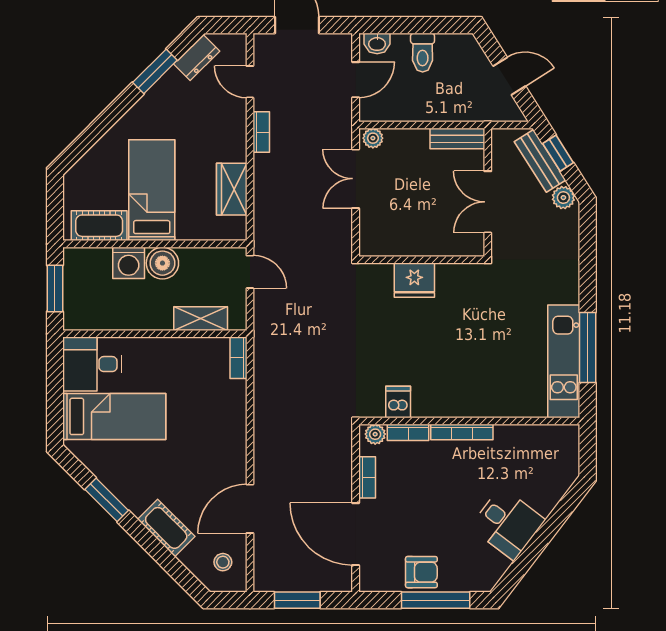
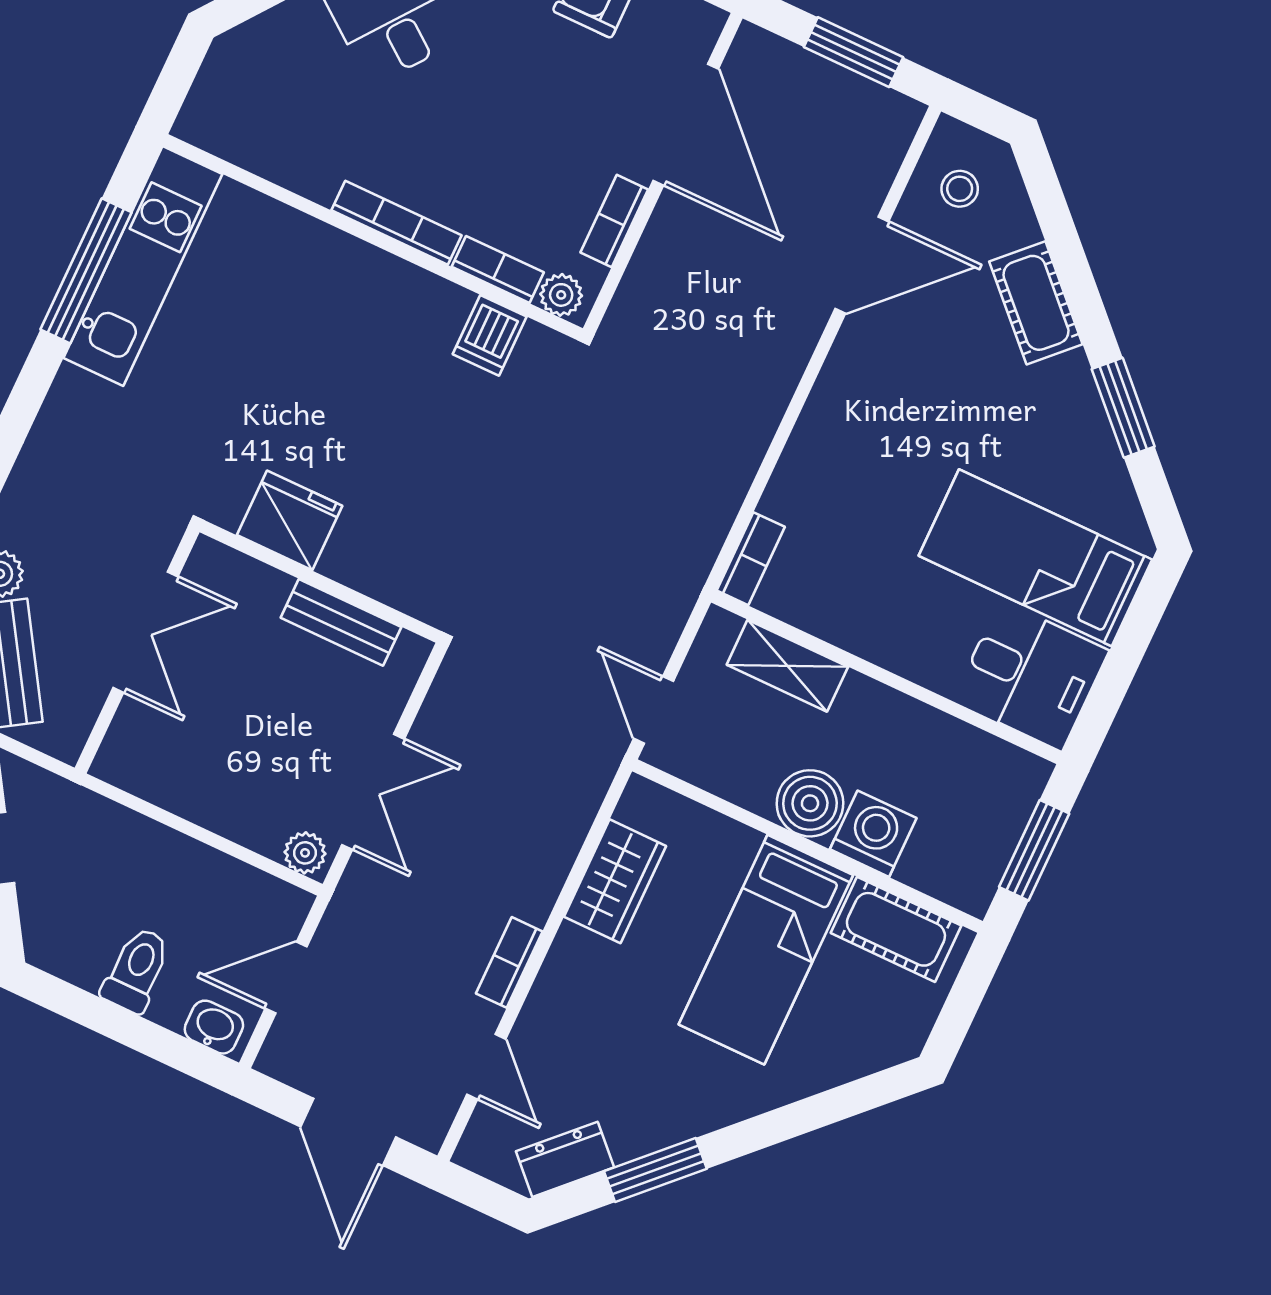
bench: (457, 139) -> (341, 622), moved
fridge: (414, 280) -> (290, 520), moved

